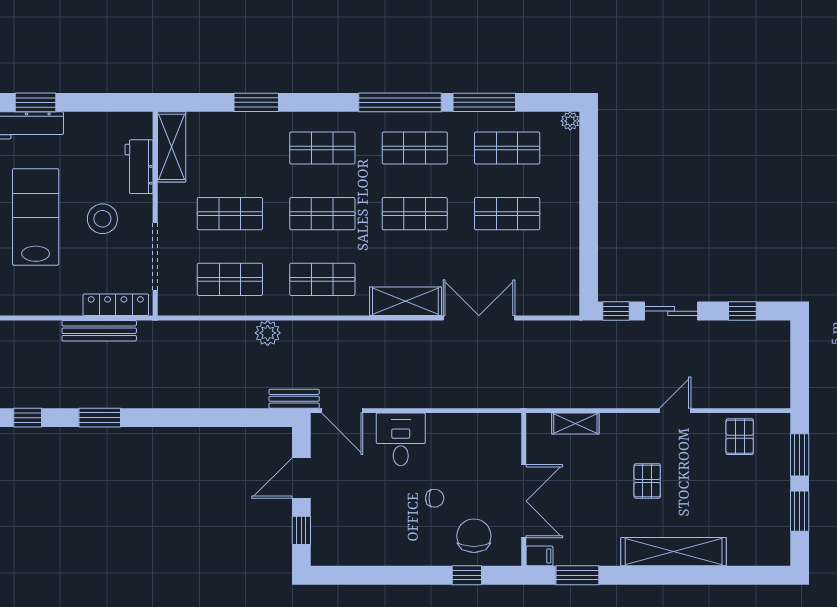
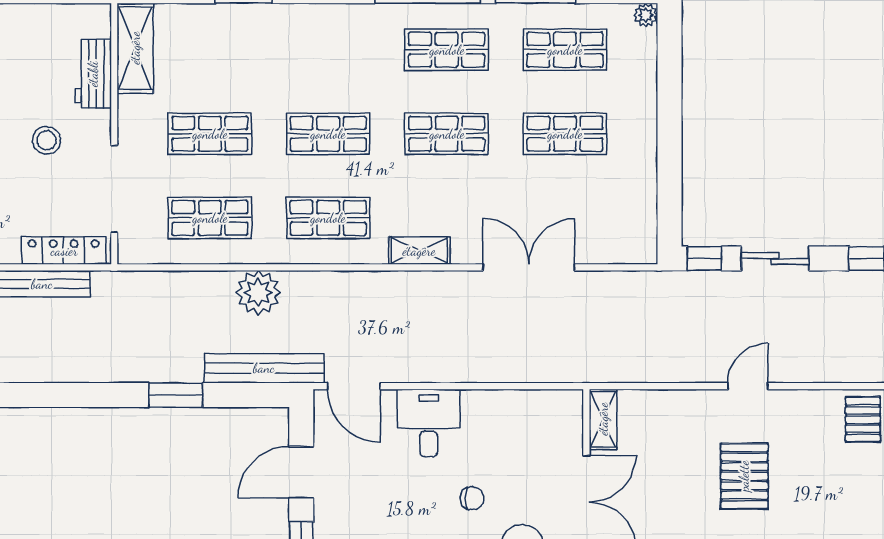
shop shelf: (322, 148) -> (328, 50), removed
stool: (102, 219) -> (47, 140), width x0.73, depth x0.73
shelving: (405, 301) -> (419, 251), width x0.67, depth x0.75
plant: (268, 333) -> (258, 293), width x1.36, depth x1.36
bench: (294, 399) -> (264, 368), width x1.86, depth x1.21
door: (675, 411) -> (748, 386), moved
window: (100, 418) -> (176, 395), moved
shelving: (575, 424) -> (603, 419), moved, turned 90
pallet: (647, 481) -> (744, 476), width x1.50, depth x1.42

